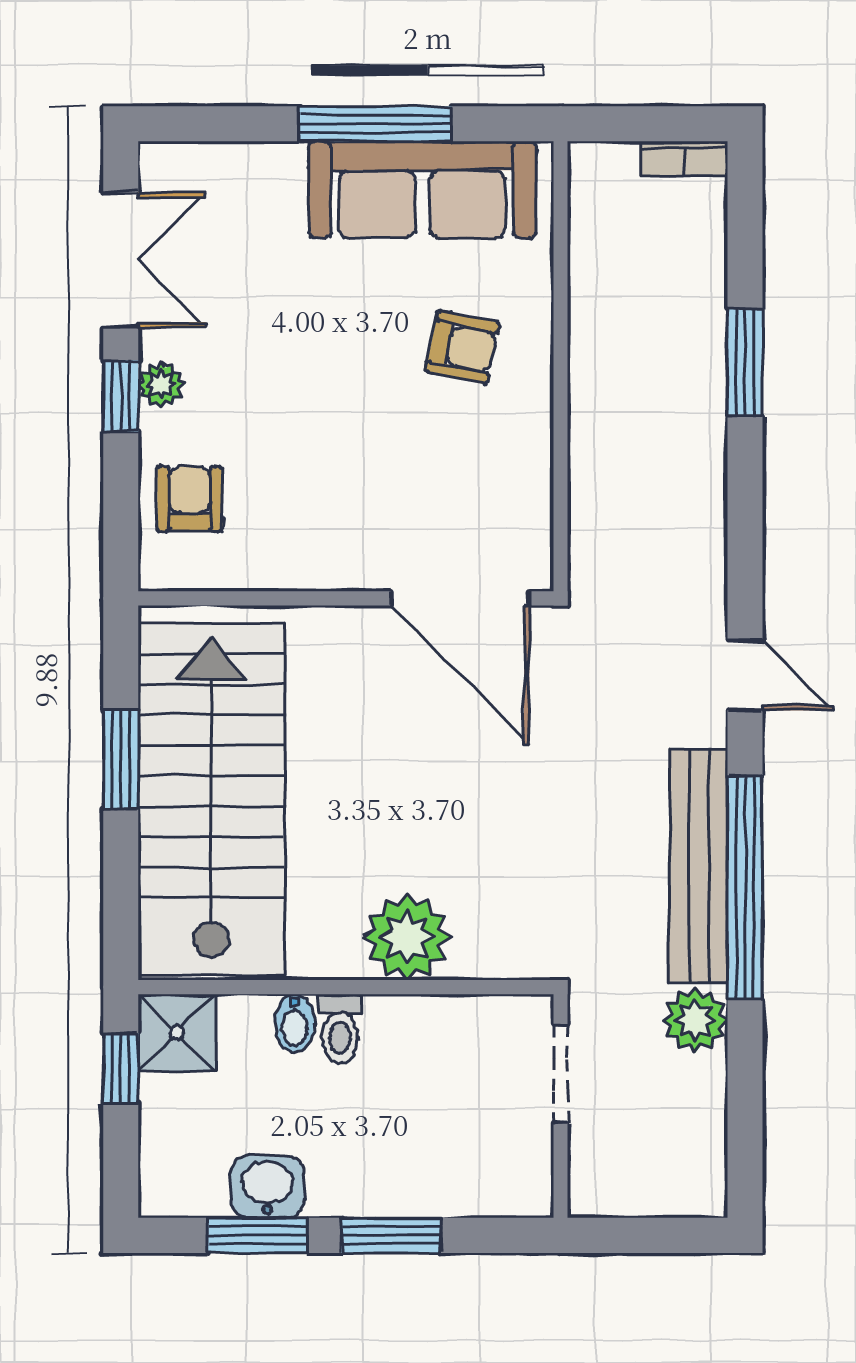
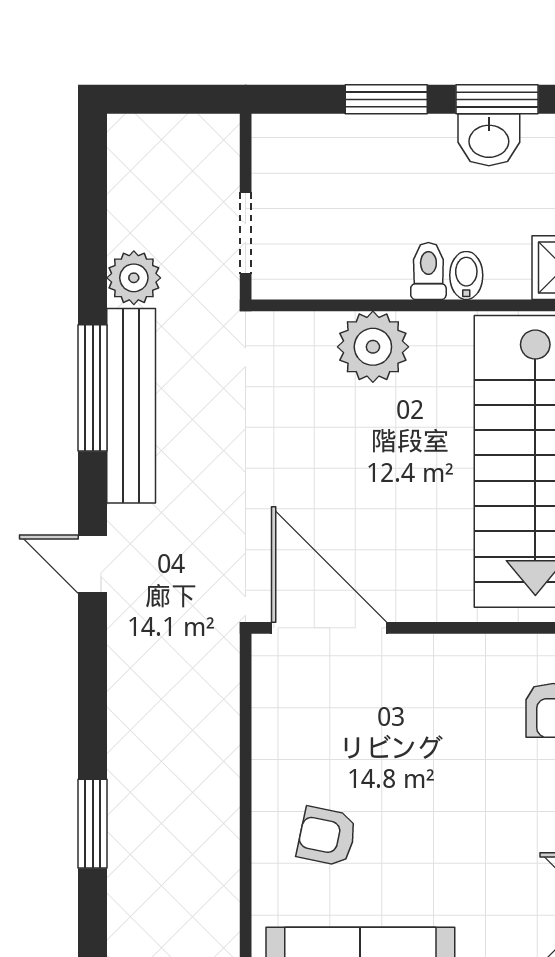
window: (745, 888) -> (93, 388), width x0.68

